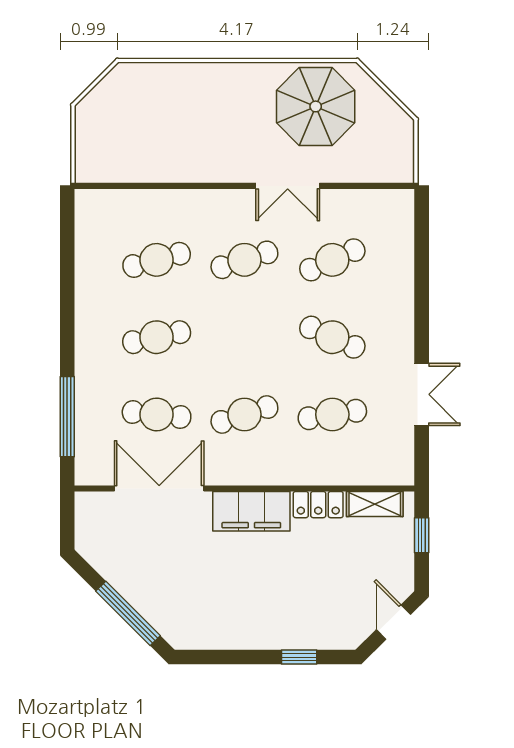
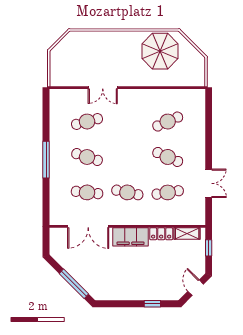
double door: (288, 186) -> (103, 88), moved
cafe table: (244, 260) -> (127, 122), removed
cafe table: (157, 337) -> (87, 157), turned 30
cafe table: (244, 414) -> (127, 192), turned 30
window: (67, 417) -> (46, 160), moved
double door: (159, 488) -> (88, 226), swing flipped

